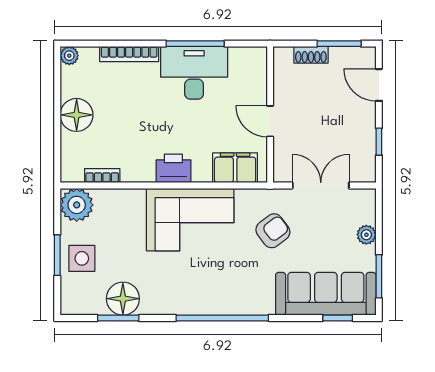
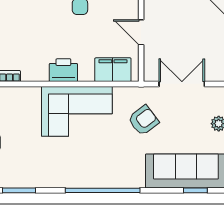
floor lamp: (123, 299) -> (23, 175), removed

